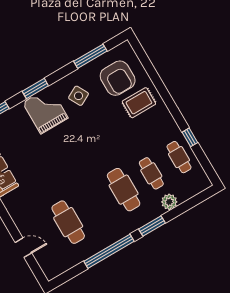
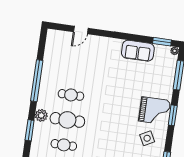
plant: (169, 202) -> (41, 115), moved
cafe table: (68, 222) -> (71, 95), moved, width x0.73, depth x0.74
window: (152, 226) -> (30, 130), moved

